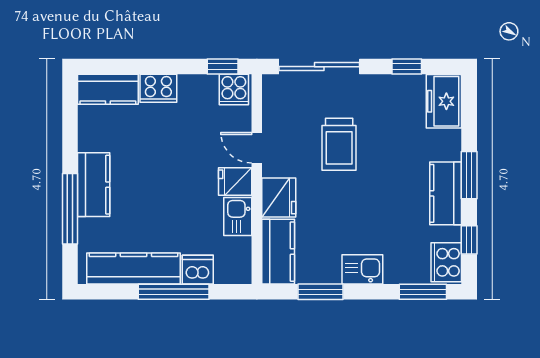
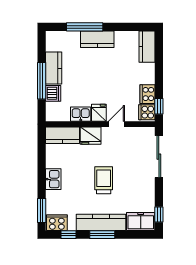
window: (407, 67) -> (159, 215), moved
cooker: (158, 88) -> (147, 94), moved
trolley: (339, 144) -> (104, 180), moved, turned 90
kitchen counter: (446, 193) -> (101, 222), width x1.50
kitchen counter: (134, 268) -> (54, 68), width x0.67
window: (321, 292) -> (42, 157), removed

